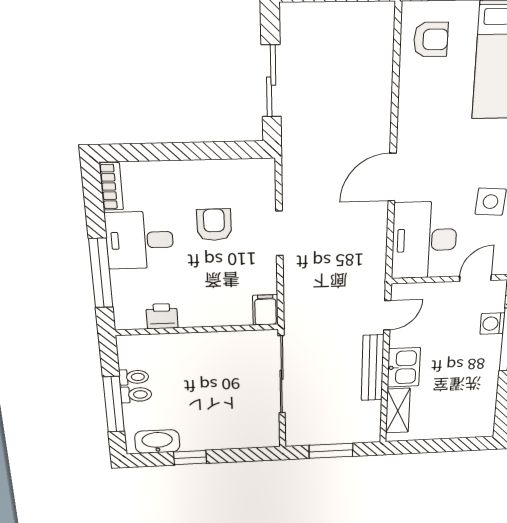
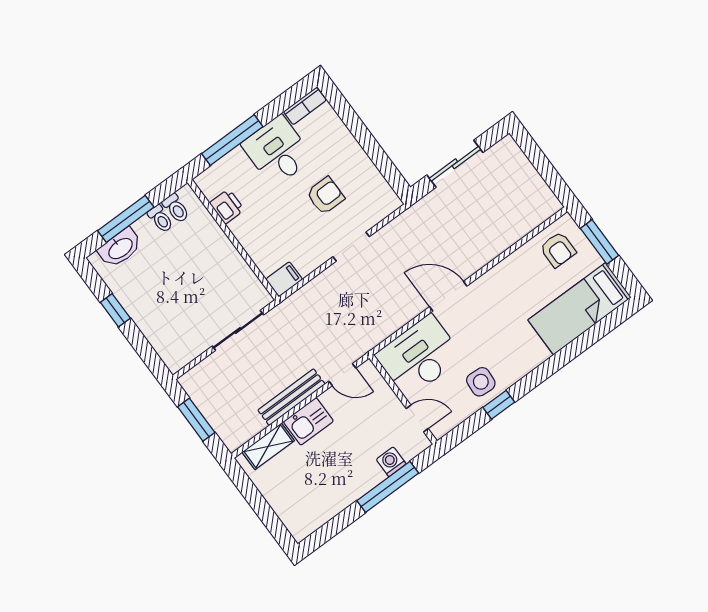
sliding door: (282, 375) -> (238, 330), width x0.73
toilet: (136, 395) -> (176, 208), moved
washbasin: (157, 442) -> (120, 248), moved, turned 90

